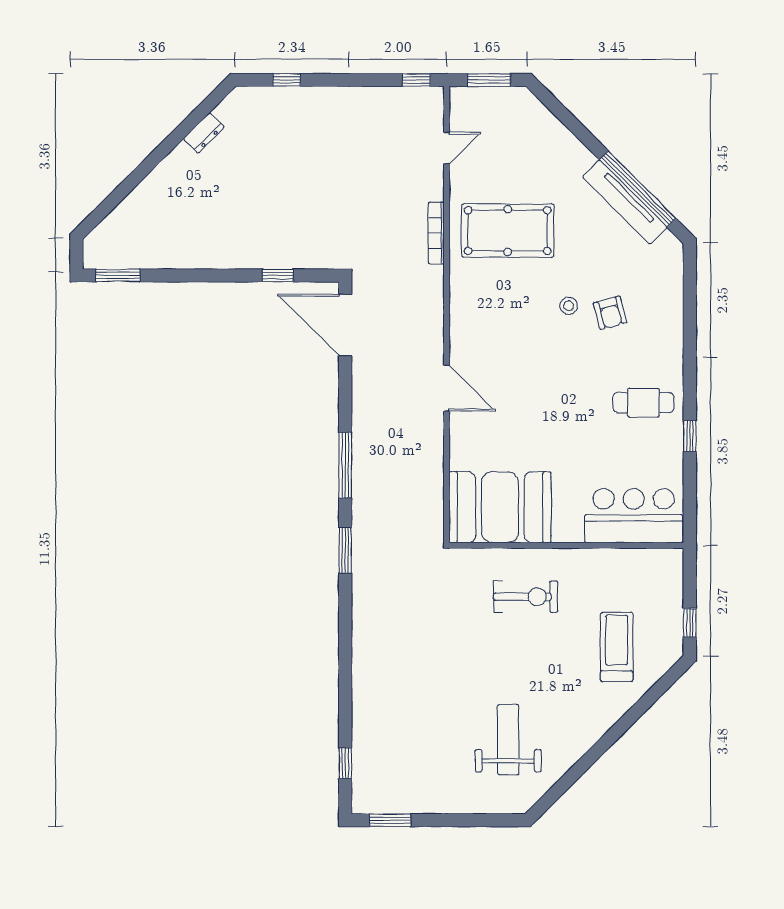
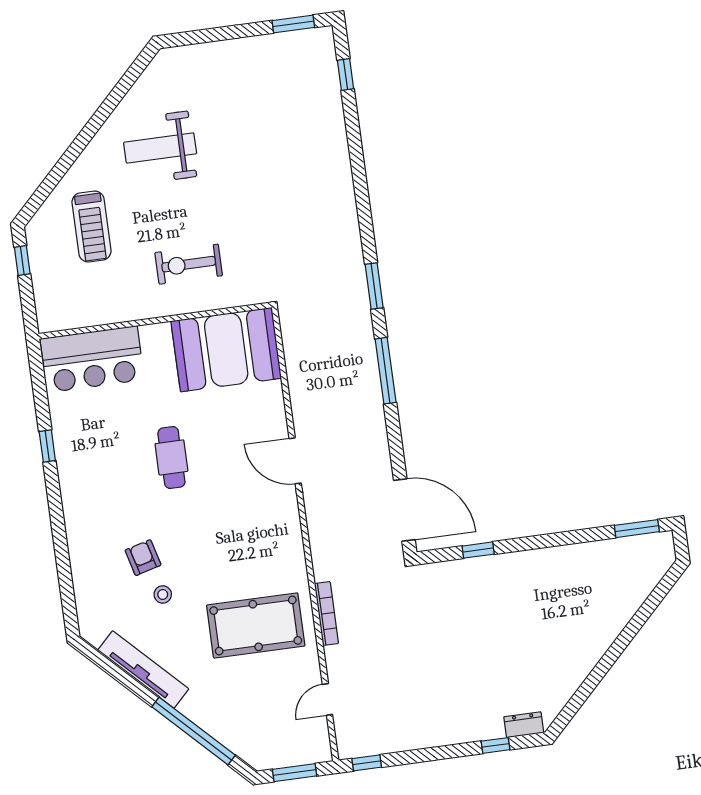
dresser: (204, 133) -> (524, 725), moved, turned 45
window: (638, 189) -> (194, 731), moved
stool: (569, 306) -> (163, 594), moved
cafe table: (643, 403) -> (171, 457), moved, turned 90
weight bench: (508, 740) -> (160, 148), moved, turned 90

